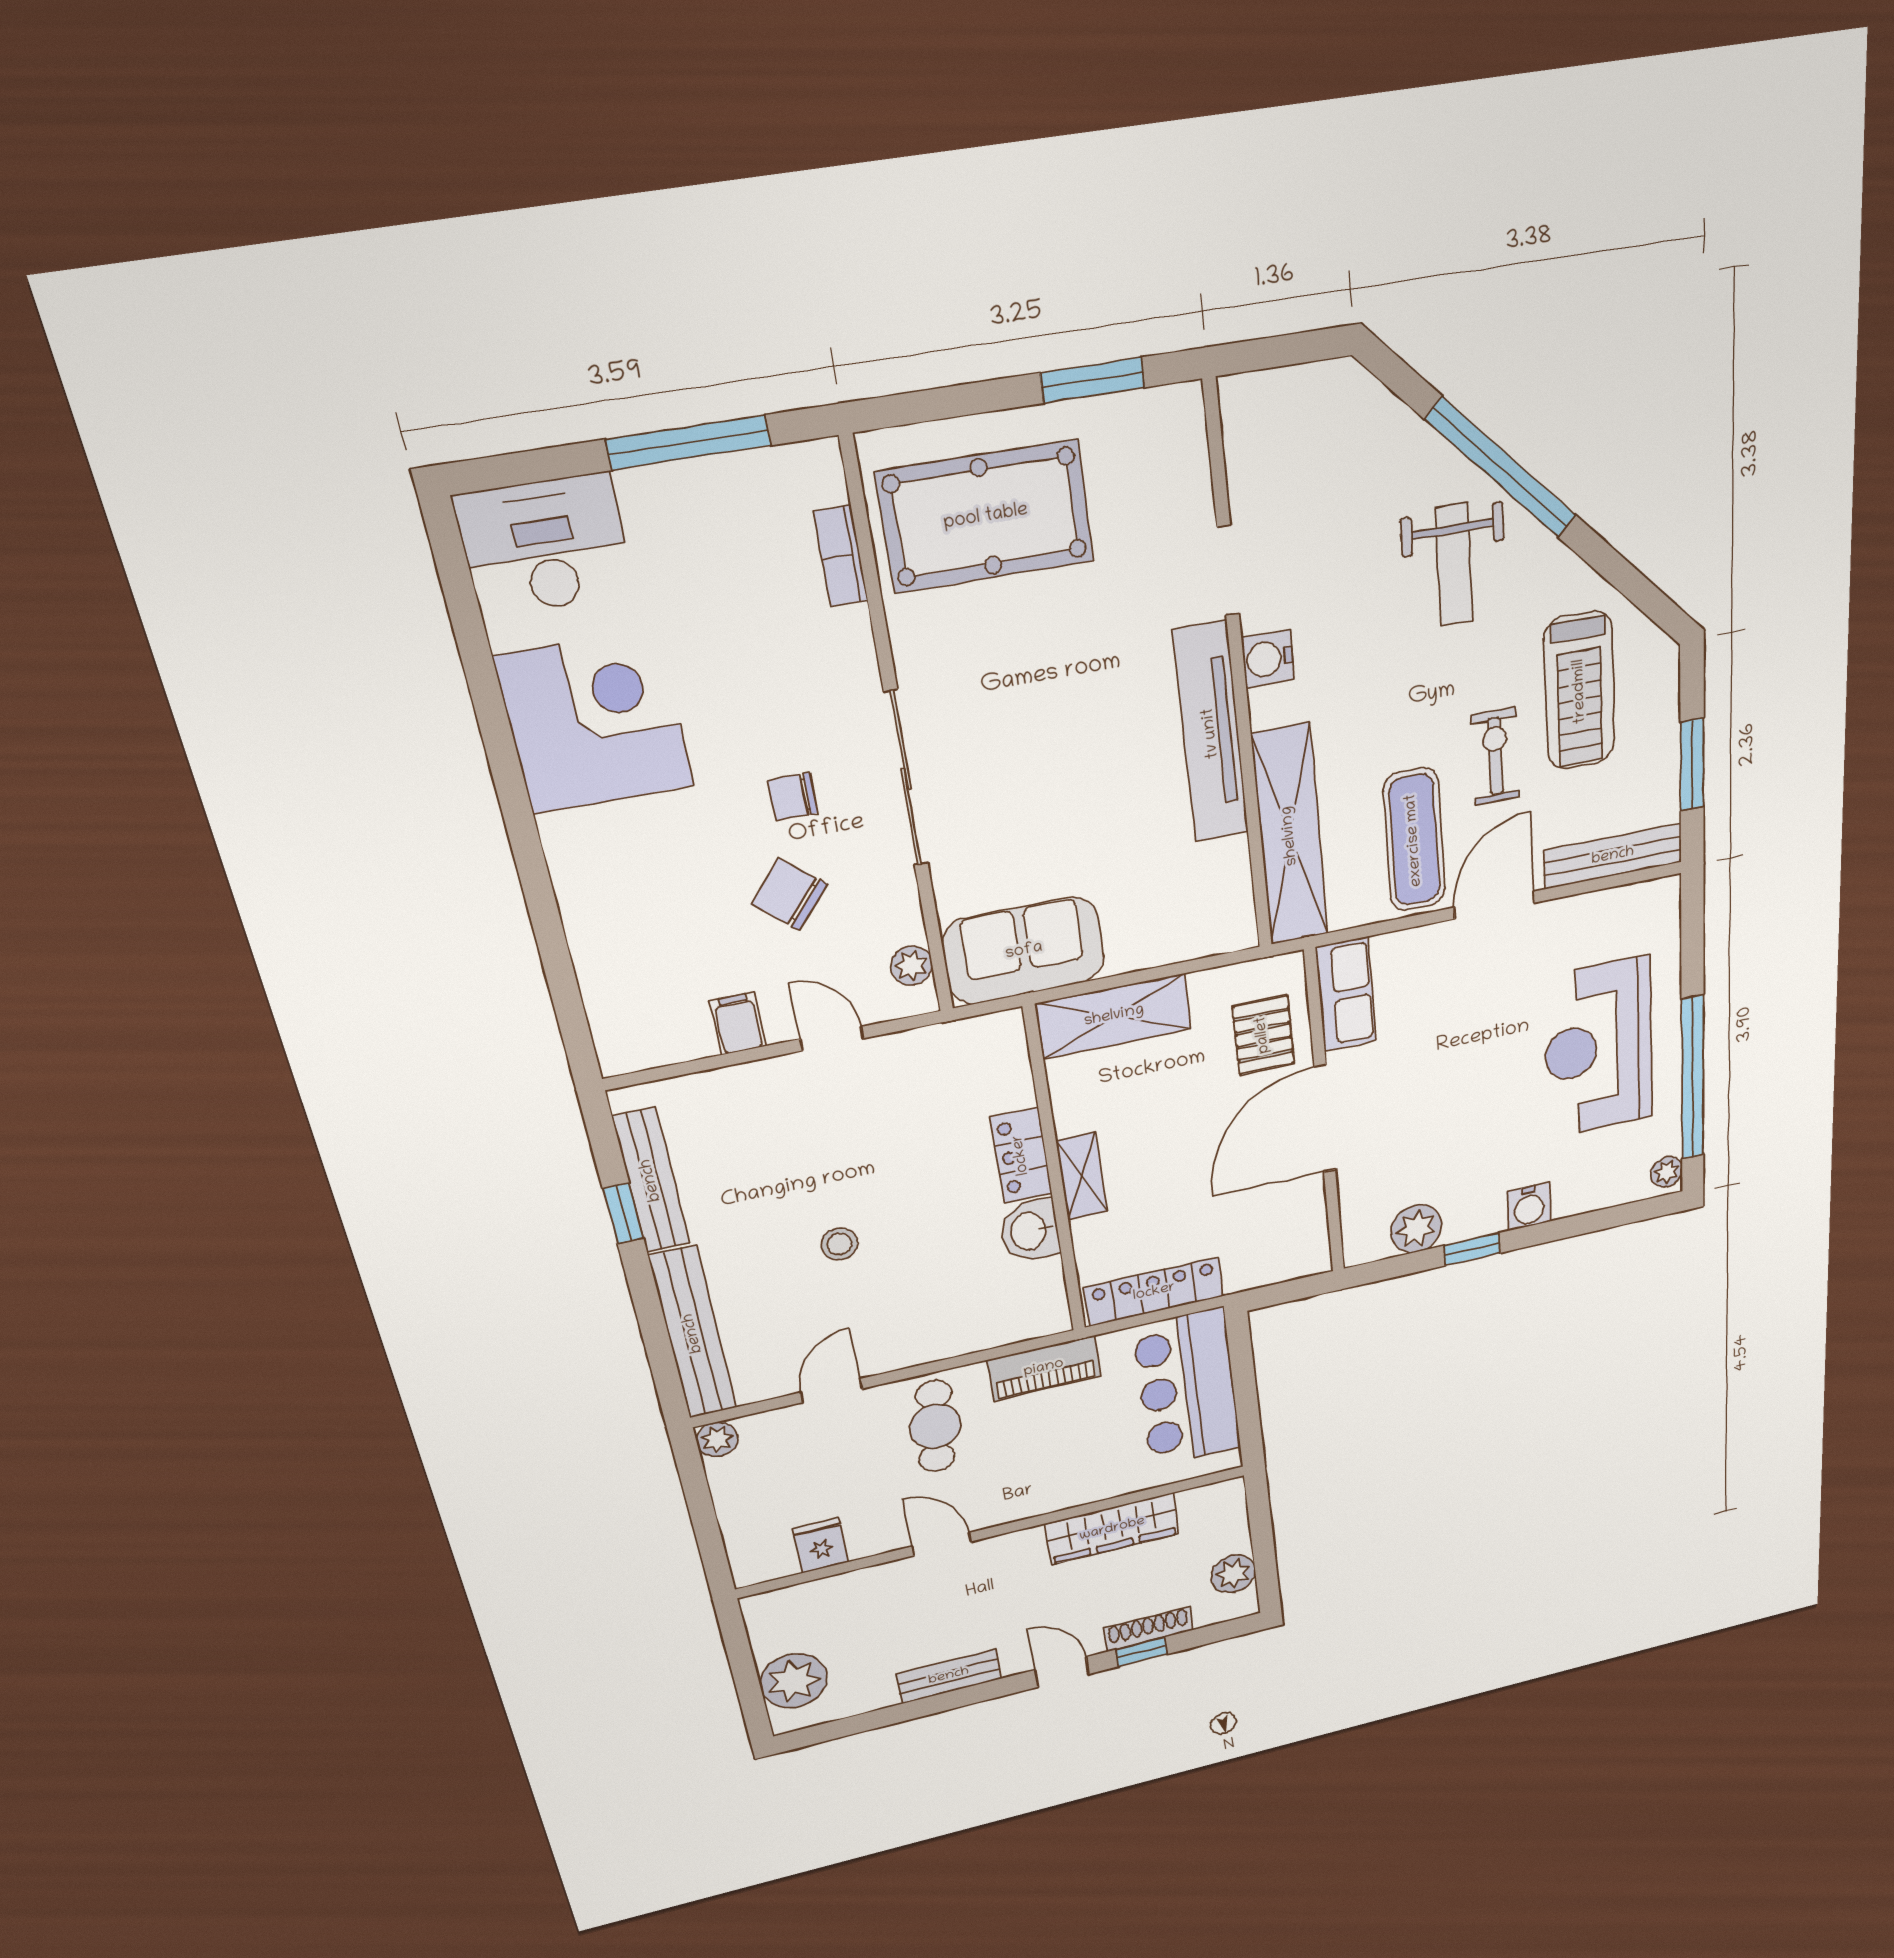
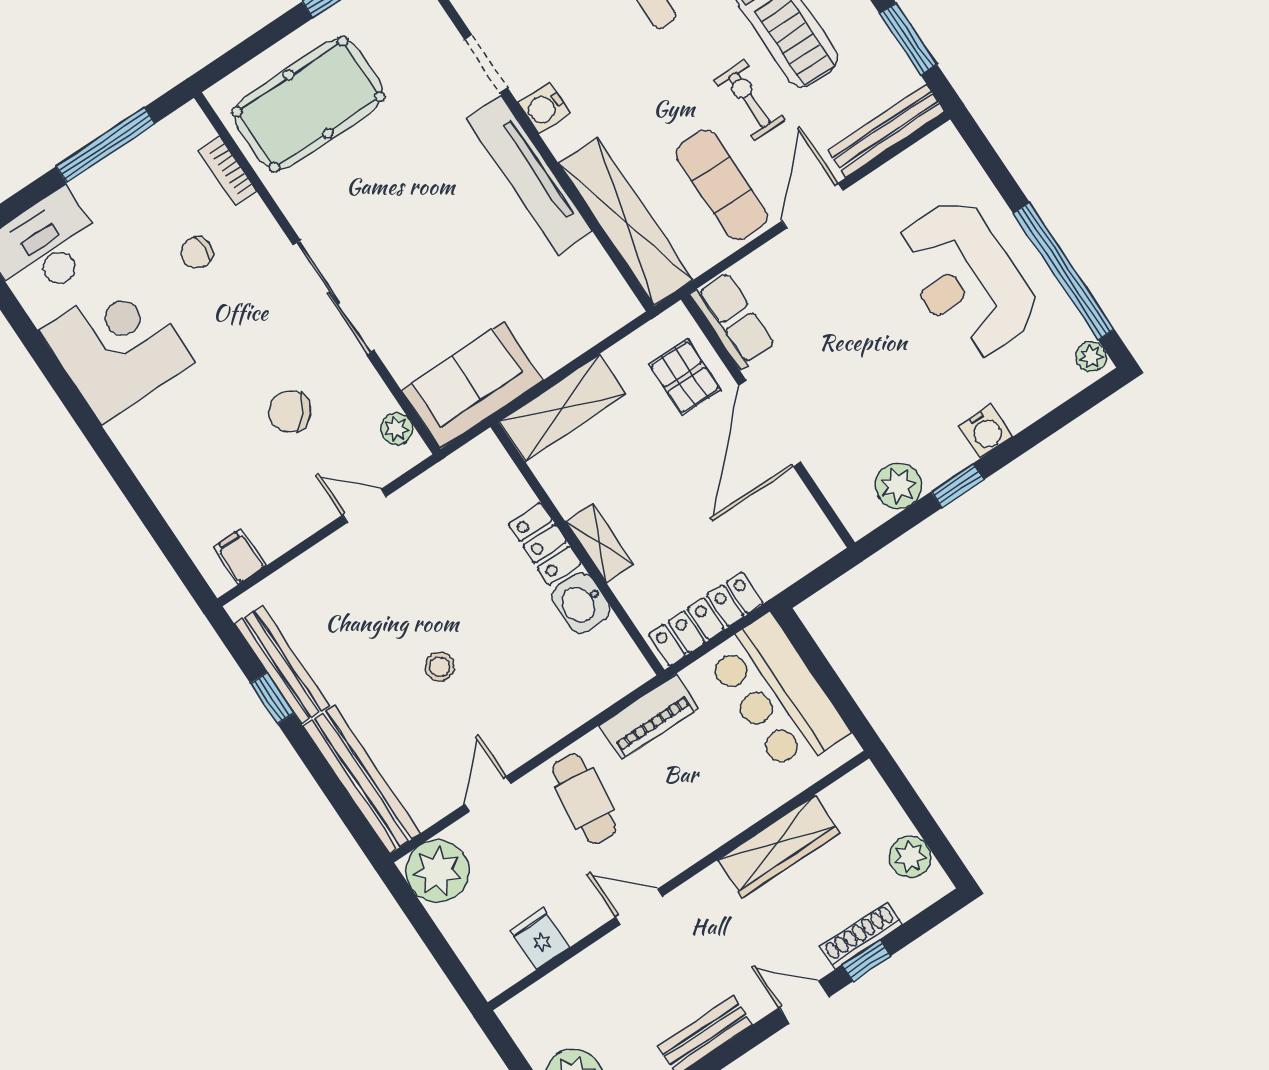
chair: (793, 797) -> (197, 253), moved
filing cabinet: (738, 1024) -> (240, 556), moved
plant: (717, 1439) -> (437, 871), width x1.88, depth x1.88

